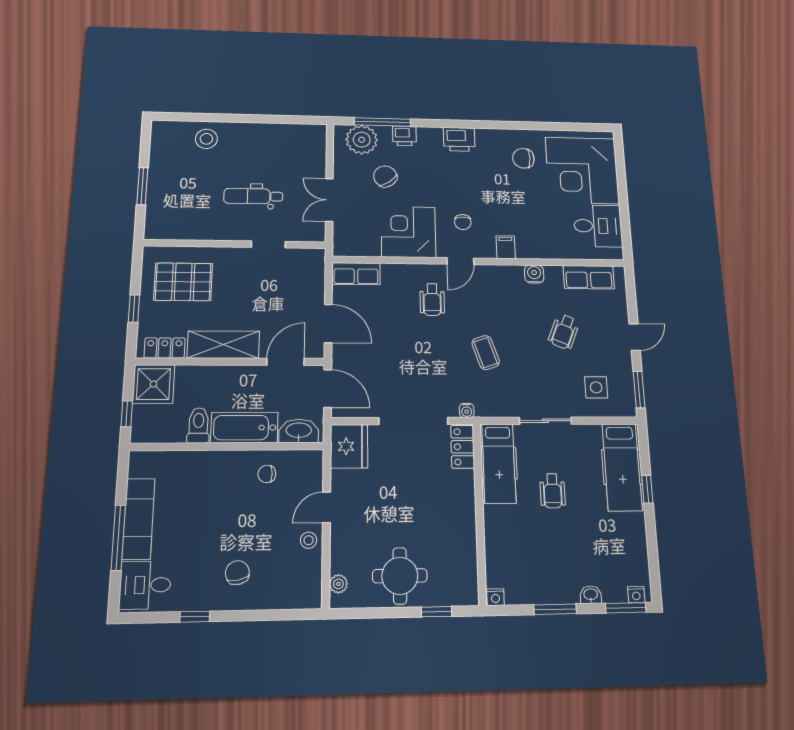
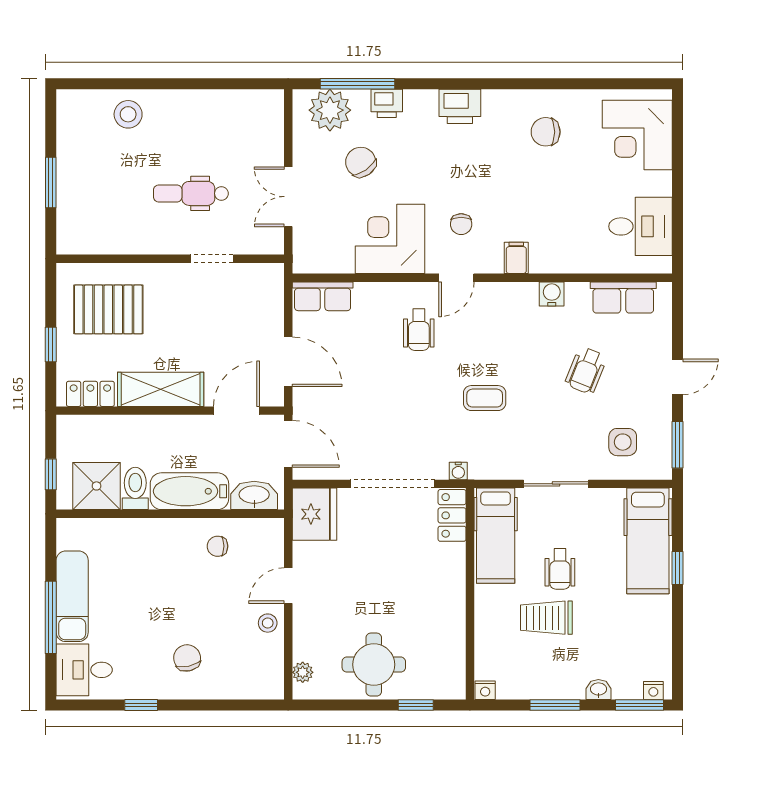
corner desk: (582, 170) -> (637, 135), width x0.74, depth x0.74
coffee table: (486, 353) -> (485, 398), turned -71
shower: (154, 384) -> (97, 486), moved
trolley: (544, 532) -> (546, 618), added

